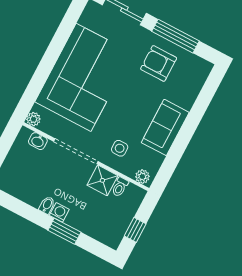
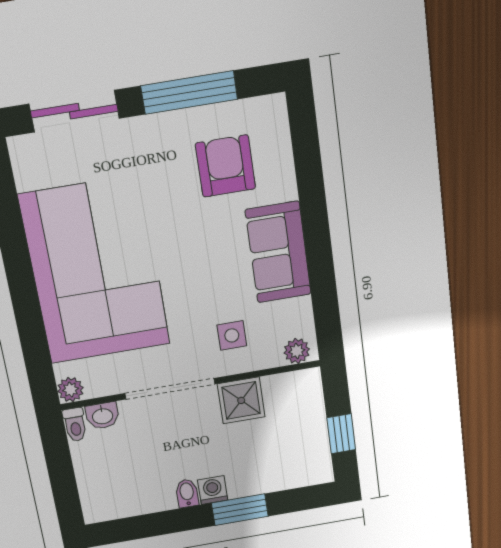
armchair: (159, 63) -> (225, 166), moved, turned 90
toilet: (120, 187) -> (75, 425), moved

